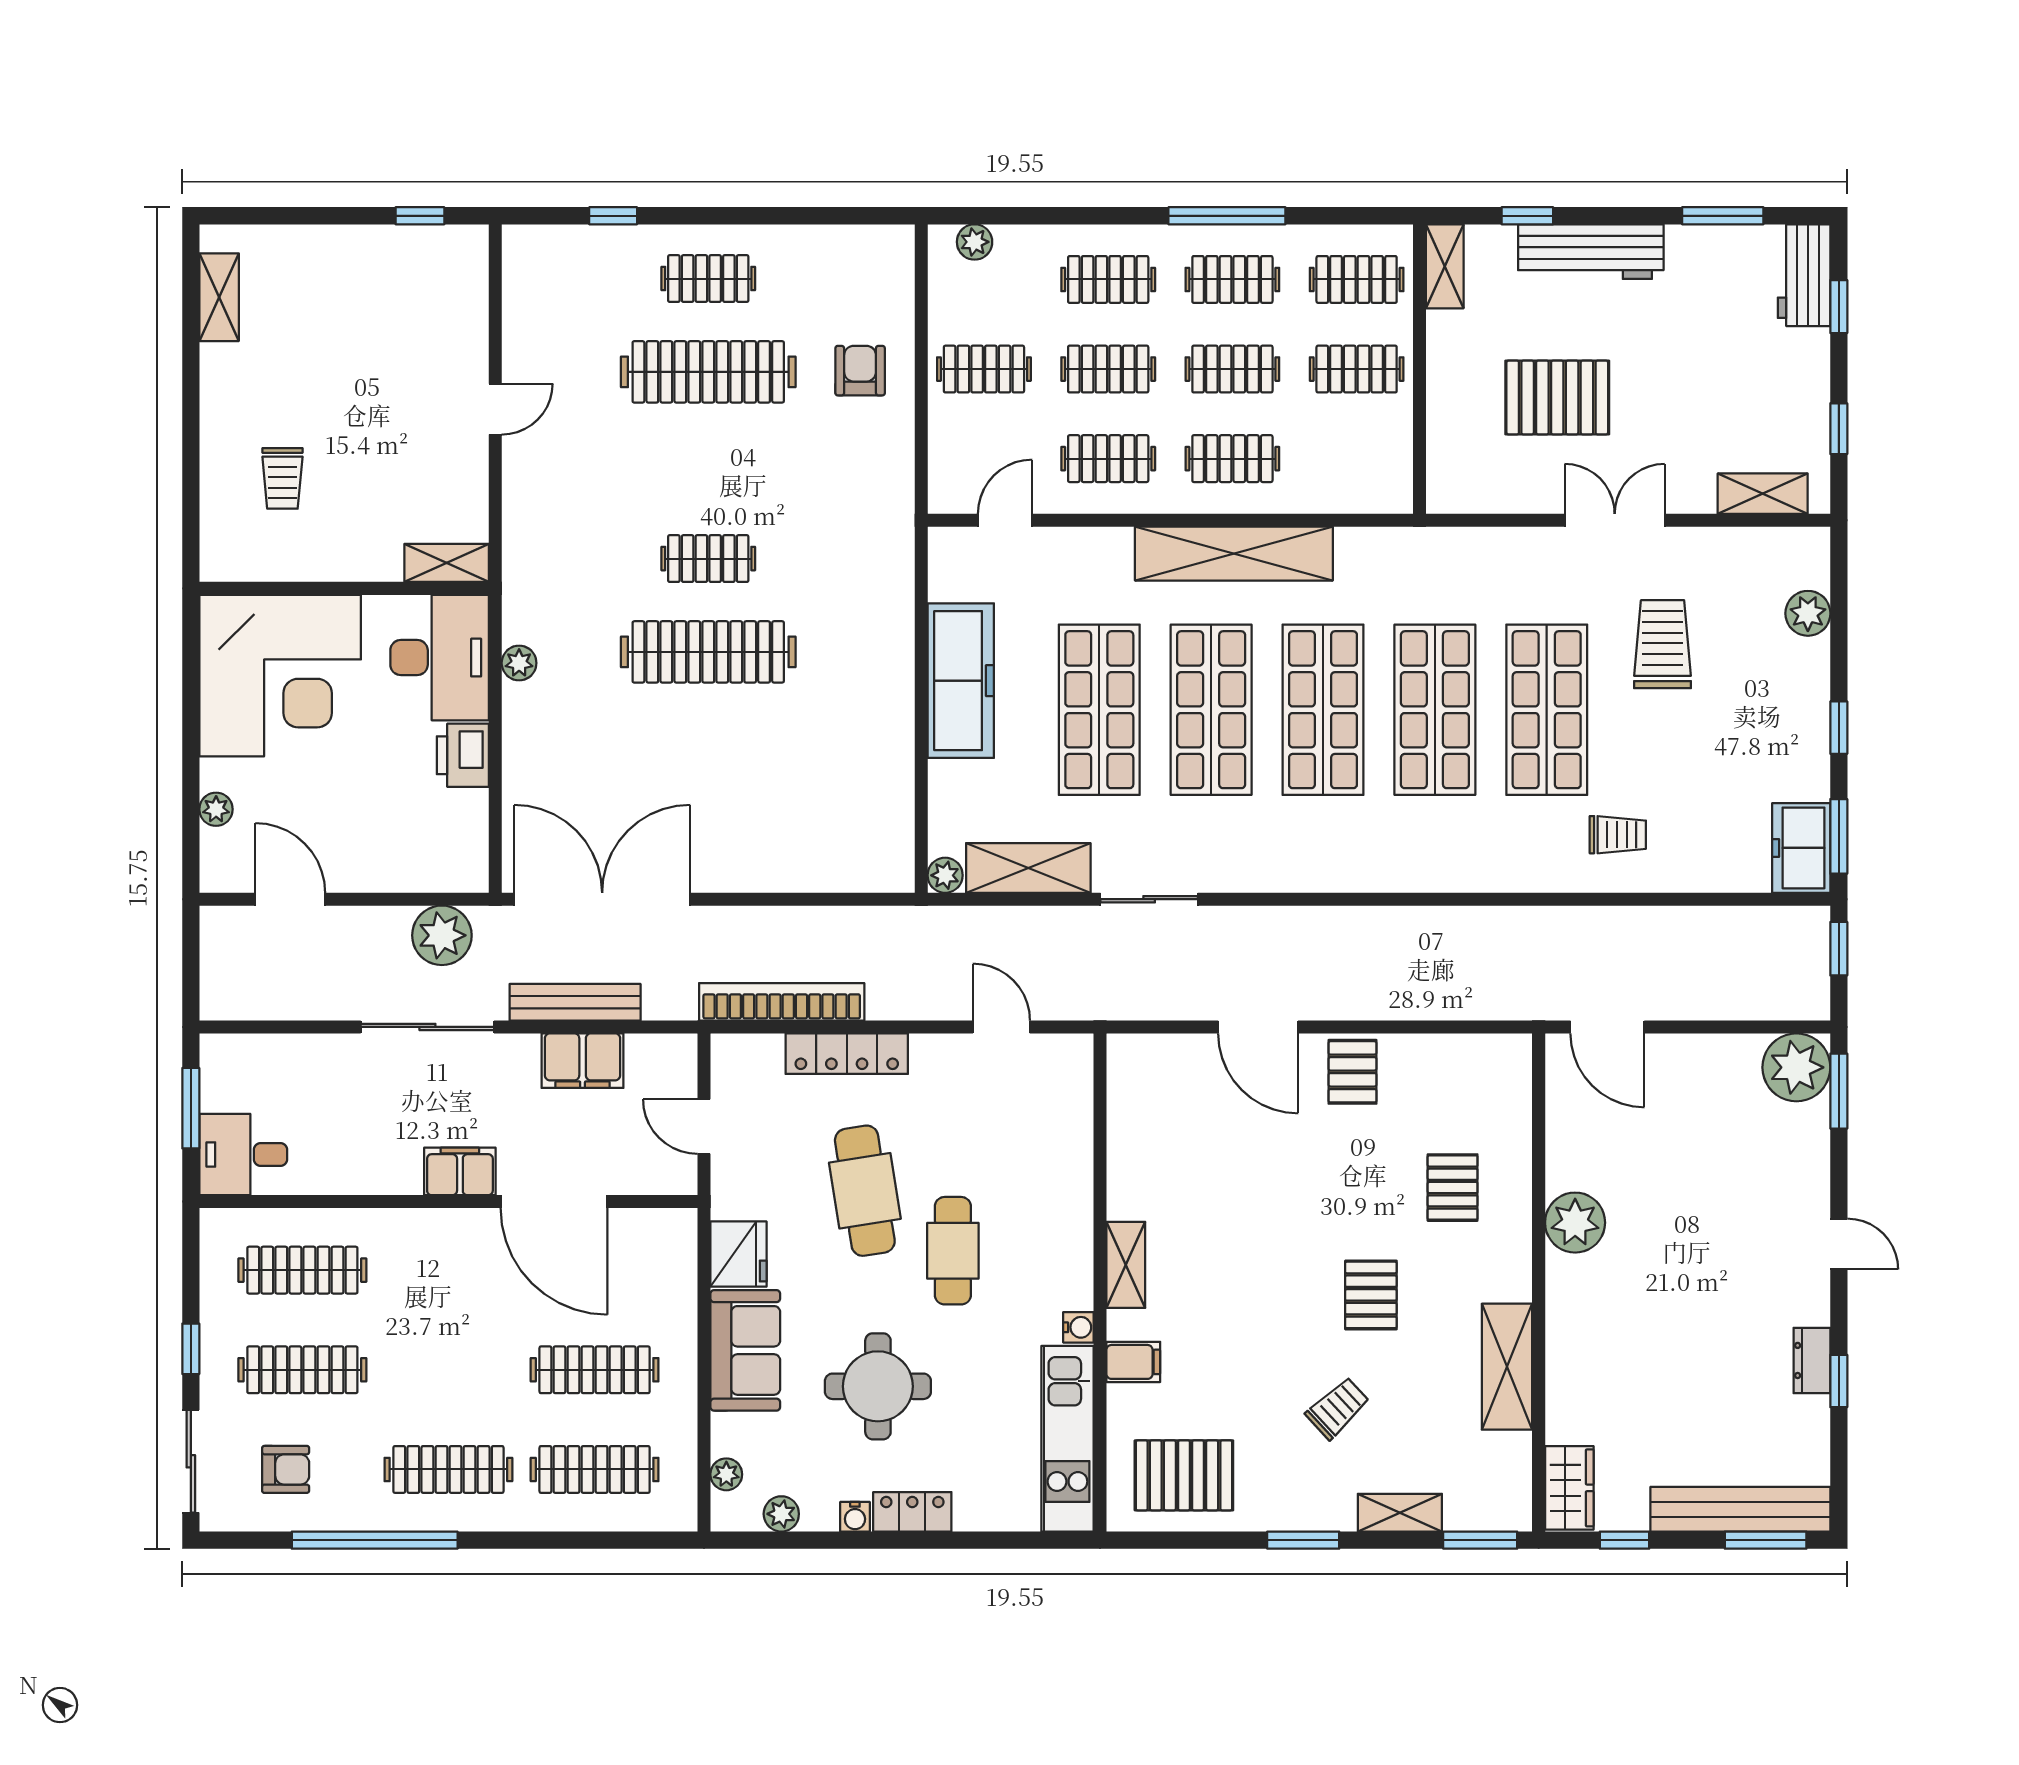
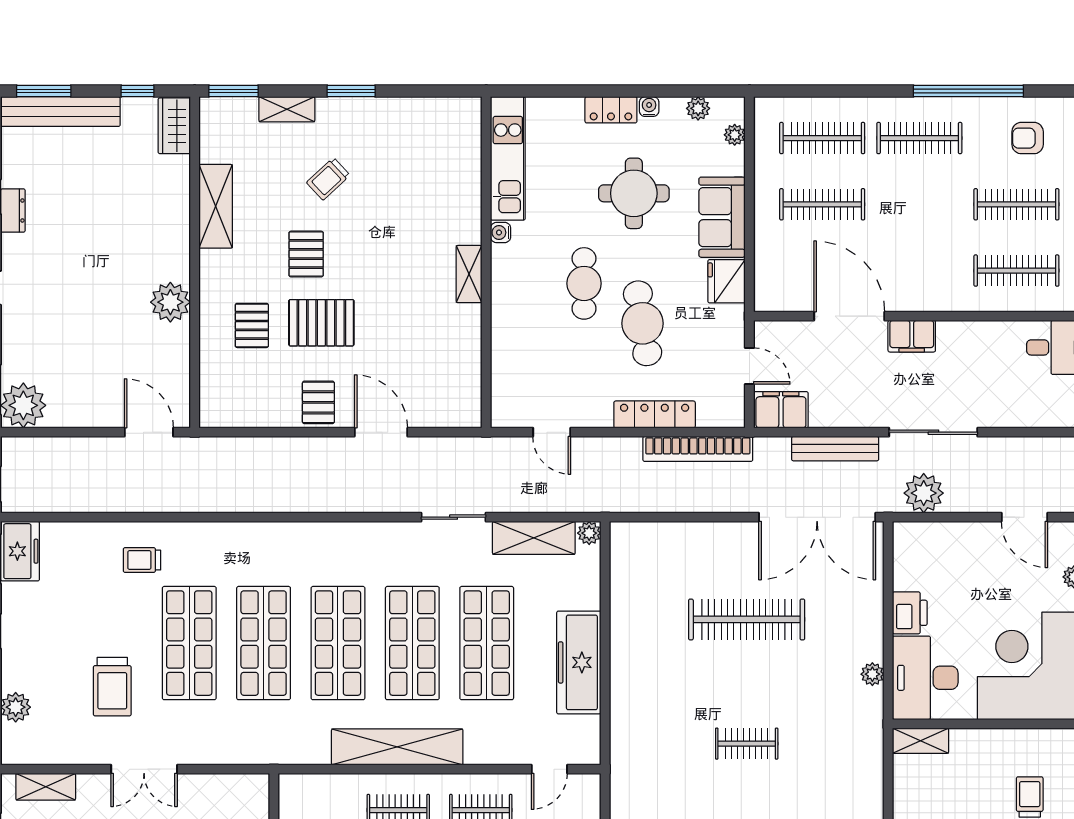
clothes rail: (708, 652) -> (747, 619), moved
filing cabinet: (583, 1061) -> (781, 410), moved
filing cabinet: (1133, 1362) -> (464, 210), removed
pallet: (1184, 1475) -> (321, 323), moved

